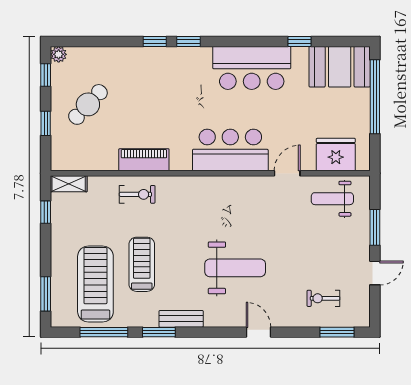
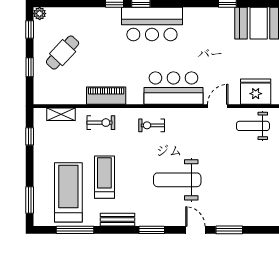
bar counter: (252, 68) -> (152, 24), moved
shelving: (69, 184) -> (61, 114), moved
weight bench: (235, 268) -> (177, 180), turned 180
exercise bike: (323, 298) -> (152, 125), moved
bench: (181, 319) -> (118, 220), moved
window: (159, 332) -> (152, 230), moved
window: (337, 332) -> (229, 230), moved

